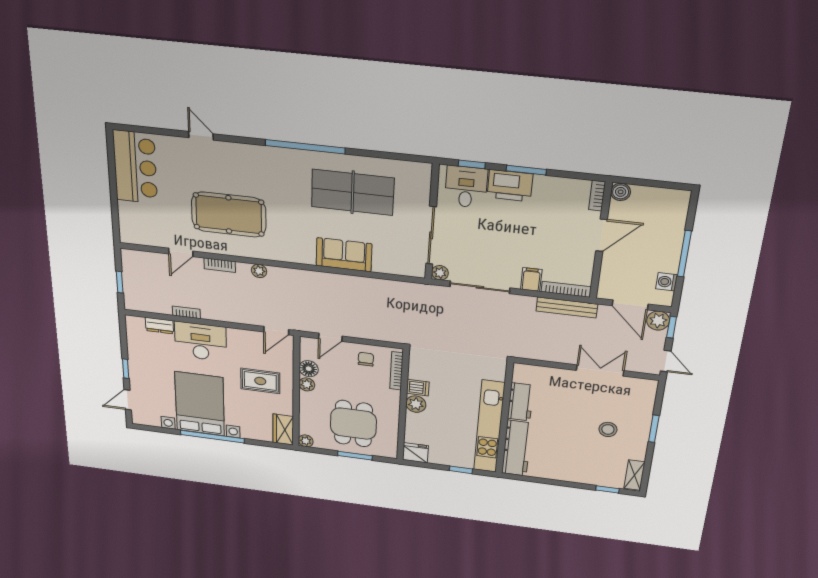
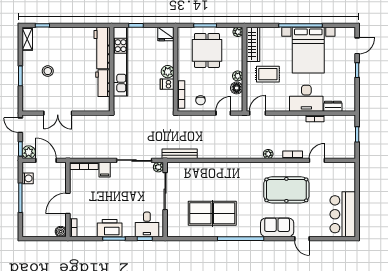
printer: (510, 186) -> (110, 228), moved
sofa: (344, 255) -> (277, 227), moved, turned 180
bench: (567, 307) -> (180, 154), moved
wardrobe: (283, 429) -> (253, 44), width x1.50

